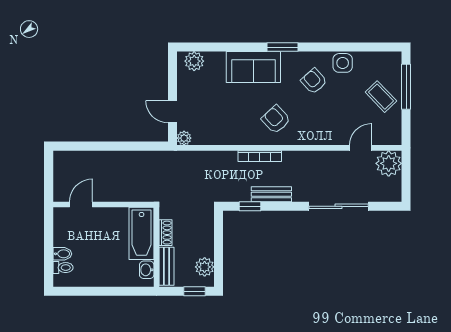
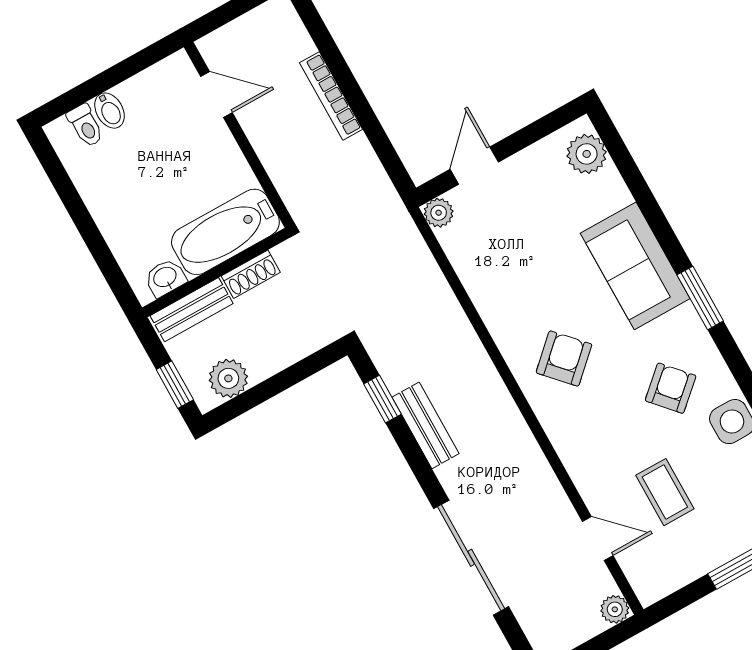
coffee table: (381, 97) -> (665, 492), moved, turned -46
bookcase: (260, 156) -> (331, 96), moved
plant: (389, 163) -> (615, 609), width x0.53, depth x0.53

